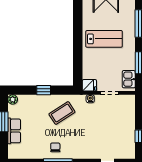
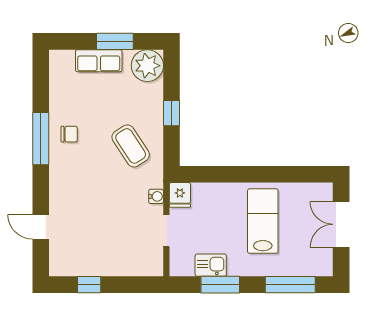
lab bench: (104, 39) -> (263, 221), turned 180
kitchen sink: (129, 79) -> (211, 265), moved
plant: (13, 99) -> (147, 66), width x1.87, depth x1.87

